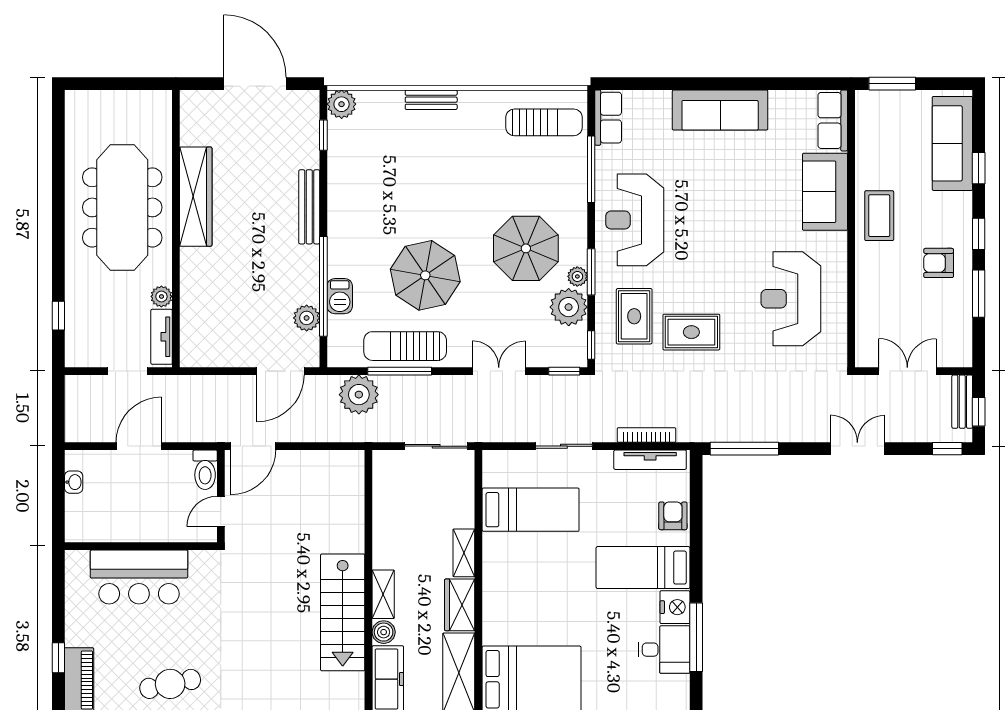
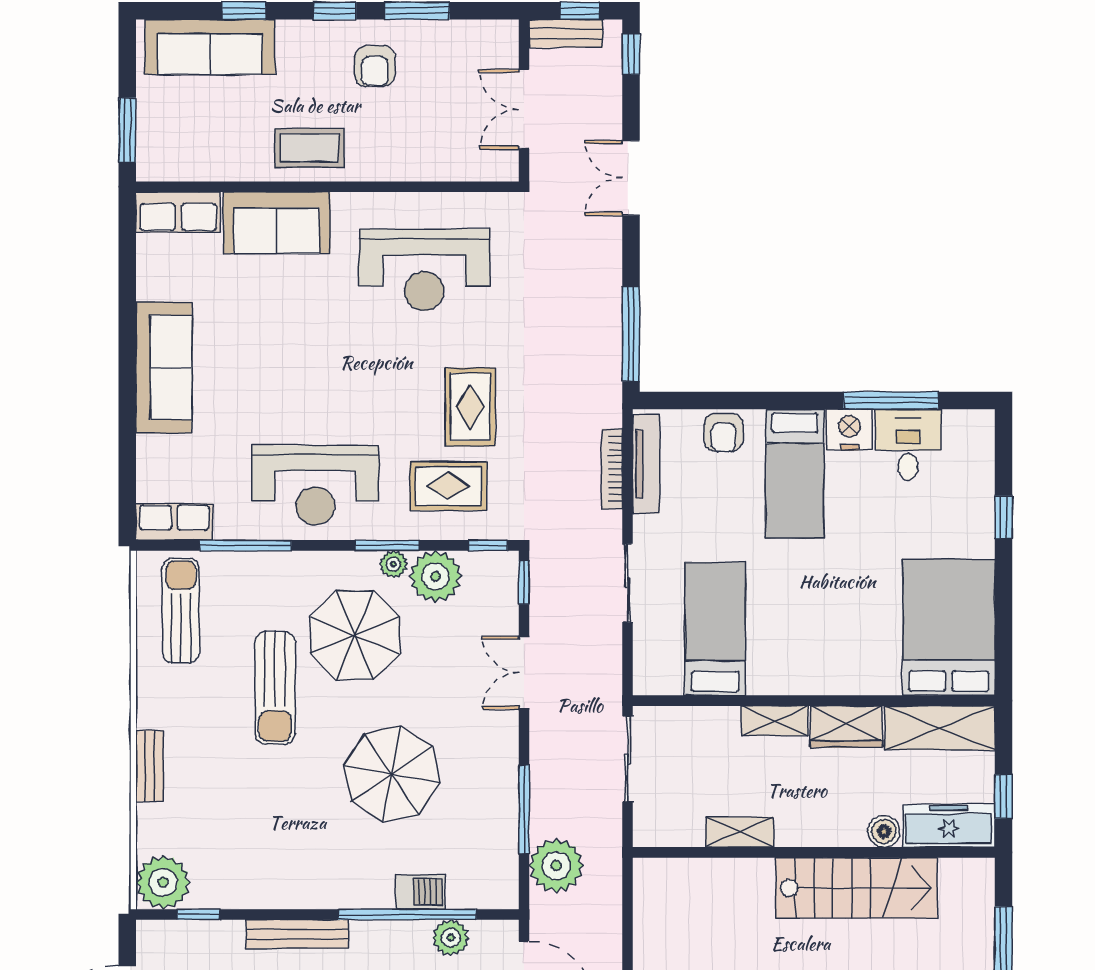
plant: (342, 104) -> (163, 882), width x1.36, depth x1.36
sun lounger: (405, 346) -> (275, 688), moved
armchair: (673, 516) -> (724, 432), turned -90
shelving: (383, 594) -> (740, 832), moved

